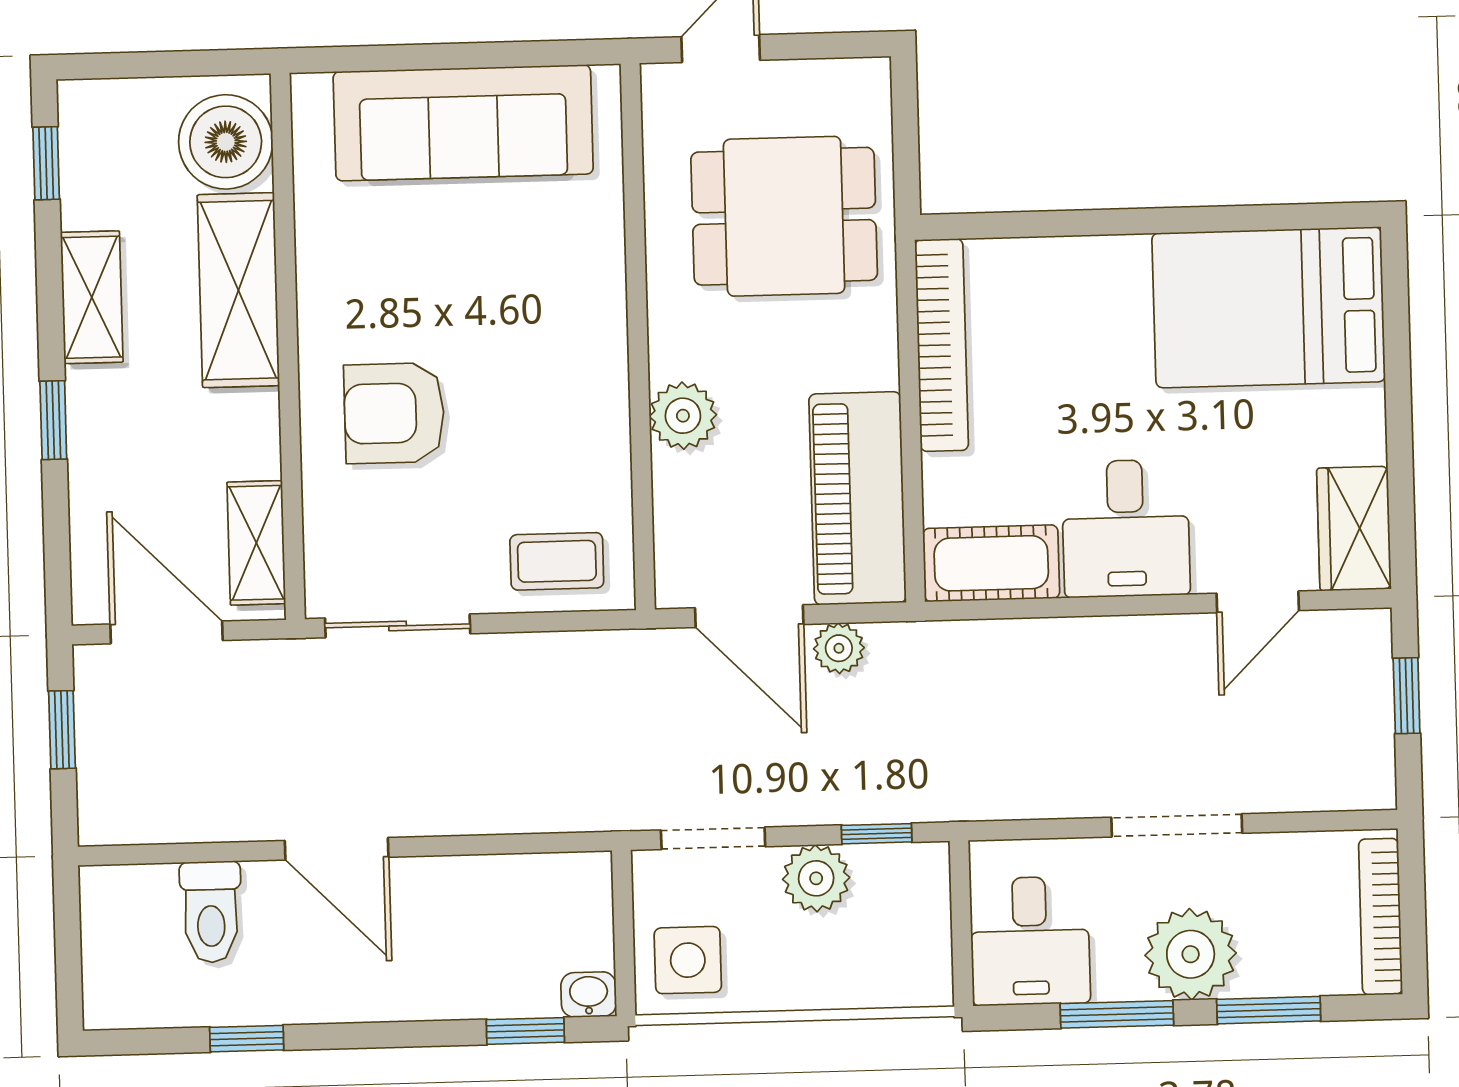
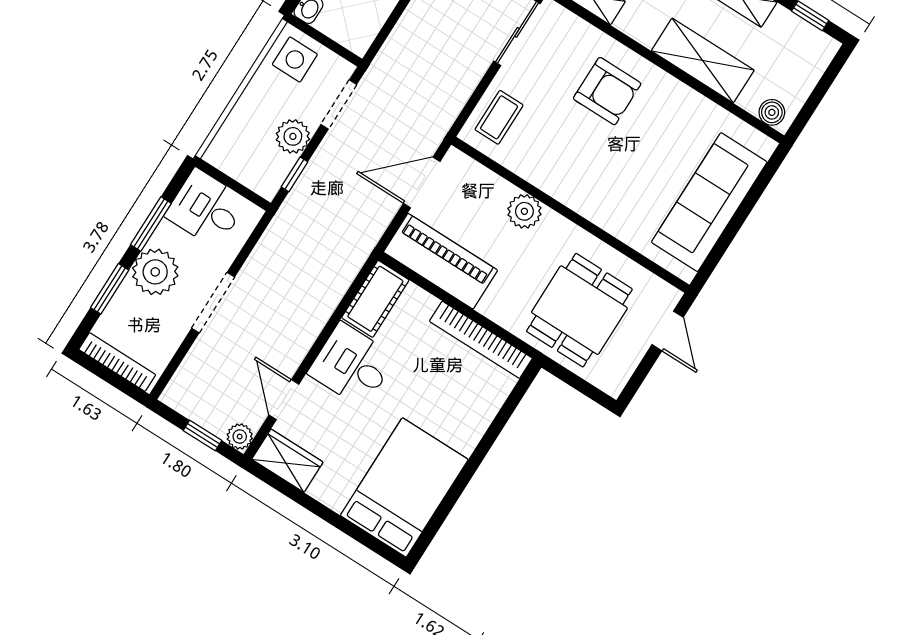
boiler: (226, 142) -> (772, 112), width x0.54, depth x0.54
armchair: (394, 413) -> (607, 91), turned 90
plant: (839, 648) -> (240, 437), moved

